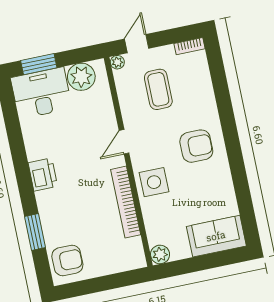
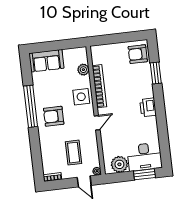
door: (137, 44) -> (84, 181), hinge flipped
window: (236, 159) -> (31, 106), added
plant: (160, 254) -> (83, 70), moved

